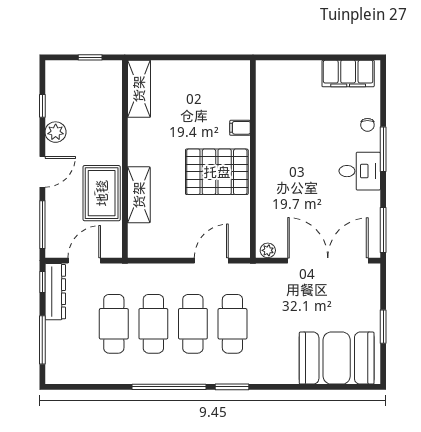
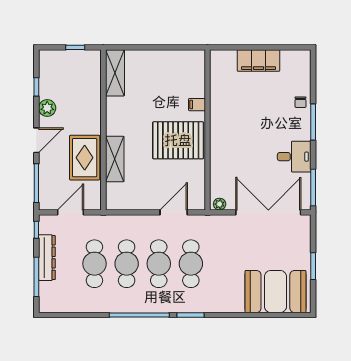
filing cabinet: (348, 74) -> (258, 60), moved
desk: (360, 171) -> (294, 157), moved
dresser: (55, 292) -> (47, 258), moved

